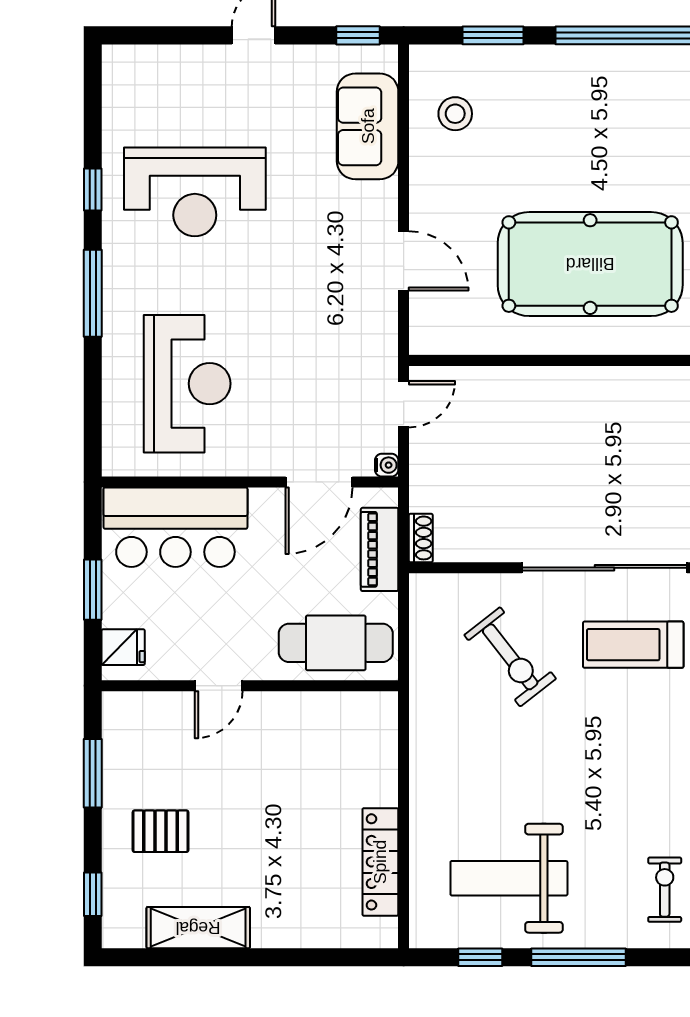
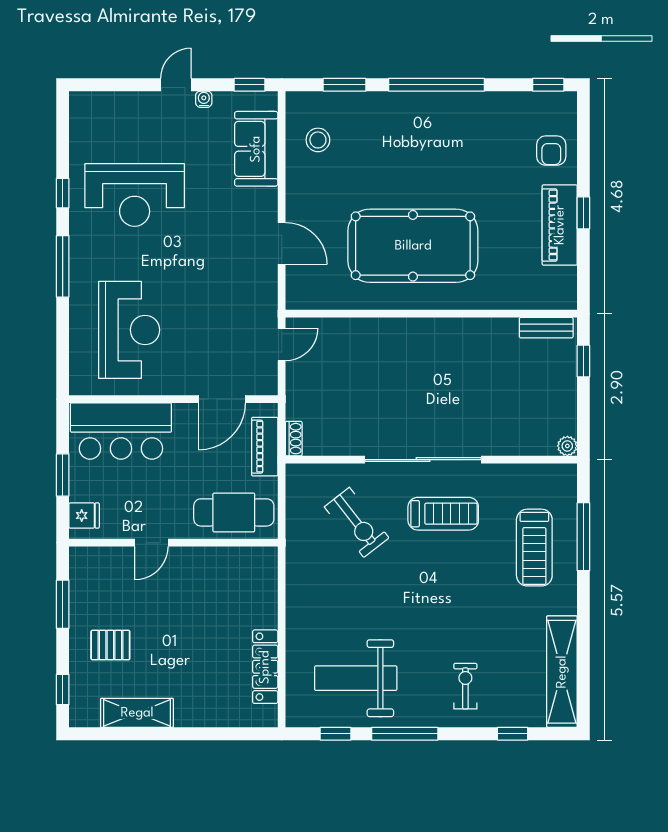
water cooler: (387, 465) -> (204, 99), moved, turned -90
treadmill: (633, 645) -> (443, 514), turned 180

